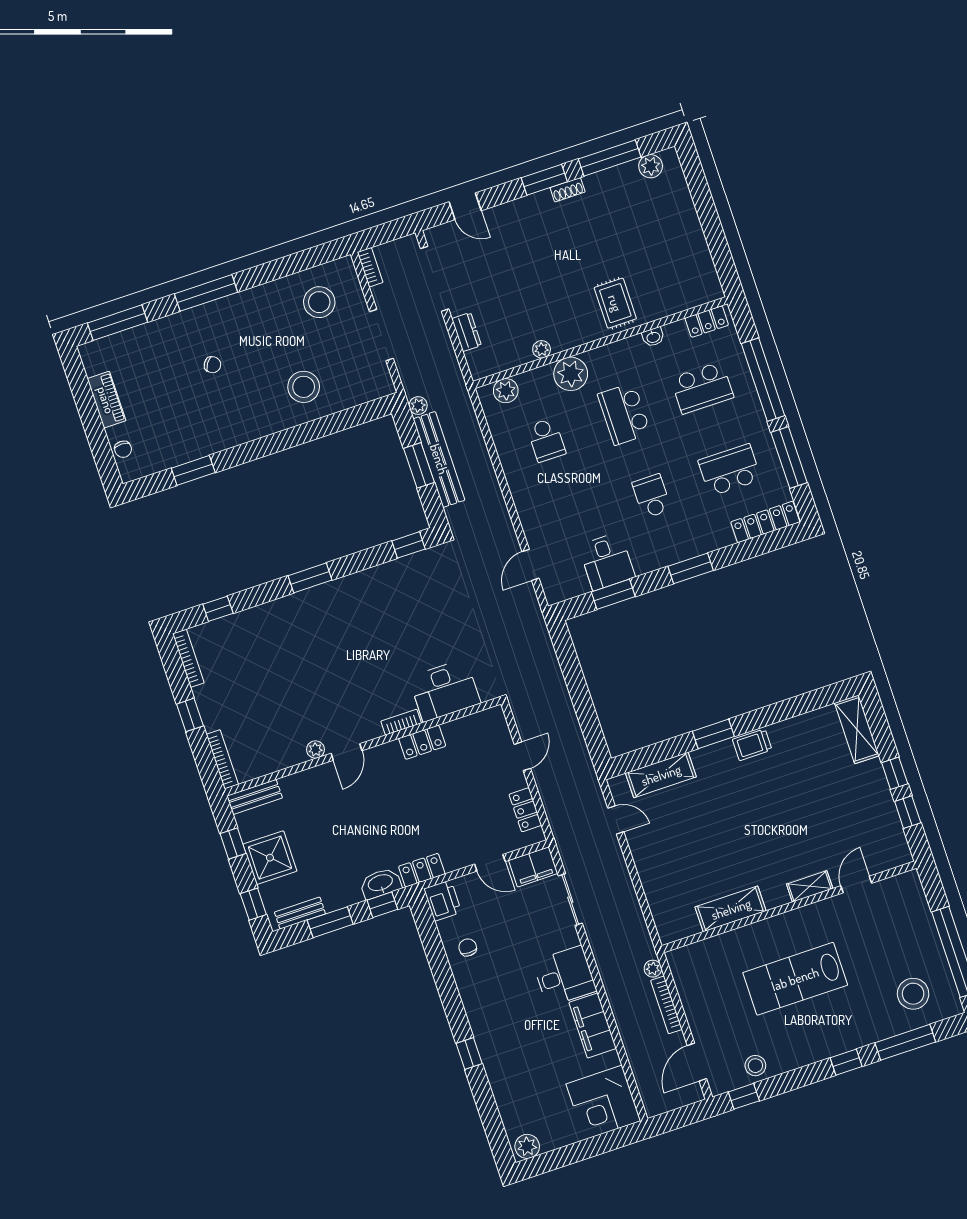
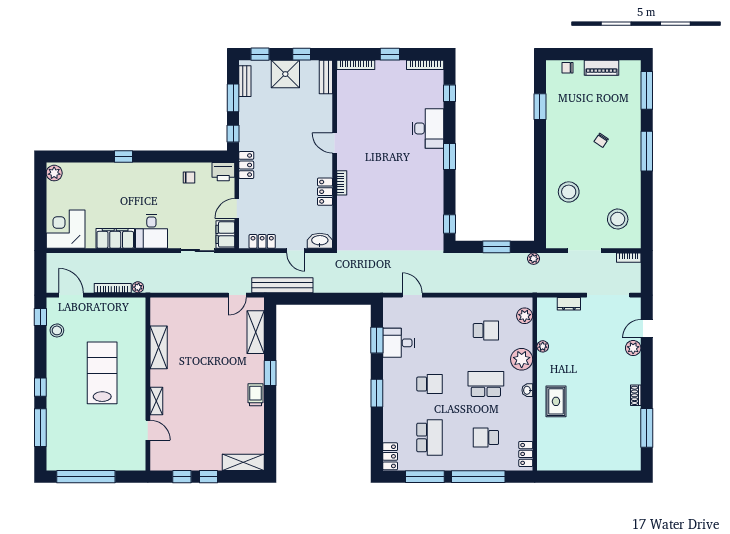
plant: (651, 166) -> (633, 348), moved
window: (544, 180) -> (647, 383), removed
rug: (615, 303) -> (556, 401), turned 90
washbasin: (653, 337) -> (527, 390), moved
school desk: (702, 388) -> (486, 437), width x0.54
school desk: (546, 440) -> (486, 331), turned 180
bench: (439, 459) -> (282, 285), moved
locker: (765, 522) -> (390, 456), width x0.66
desk: (445, 690) -> (428, 128), moved, turned 180
plant: (316, 750) -> (343, 124), removed
washbasin: (381, 883) -> (320, 241), moved, turned -90
stool: (913, 994) -> (69, 443), removed

